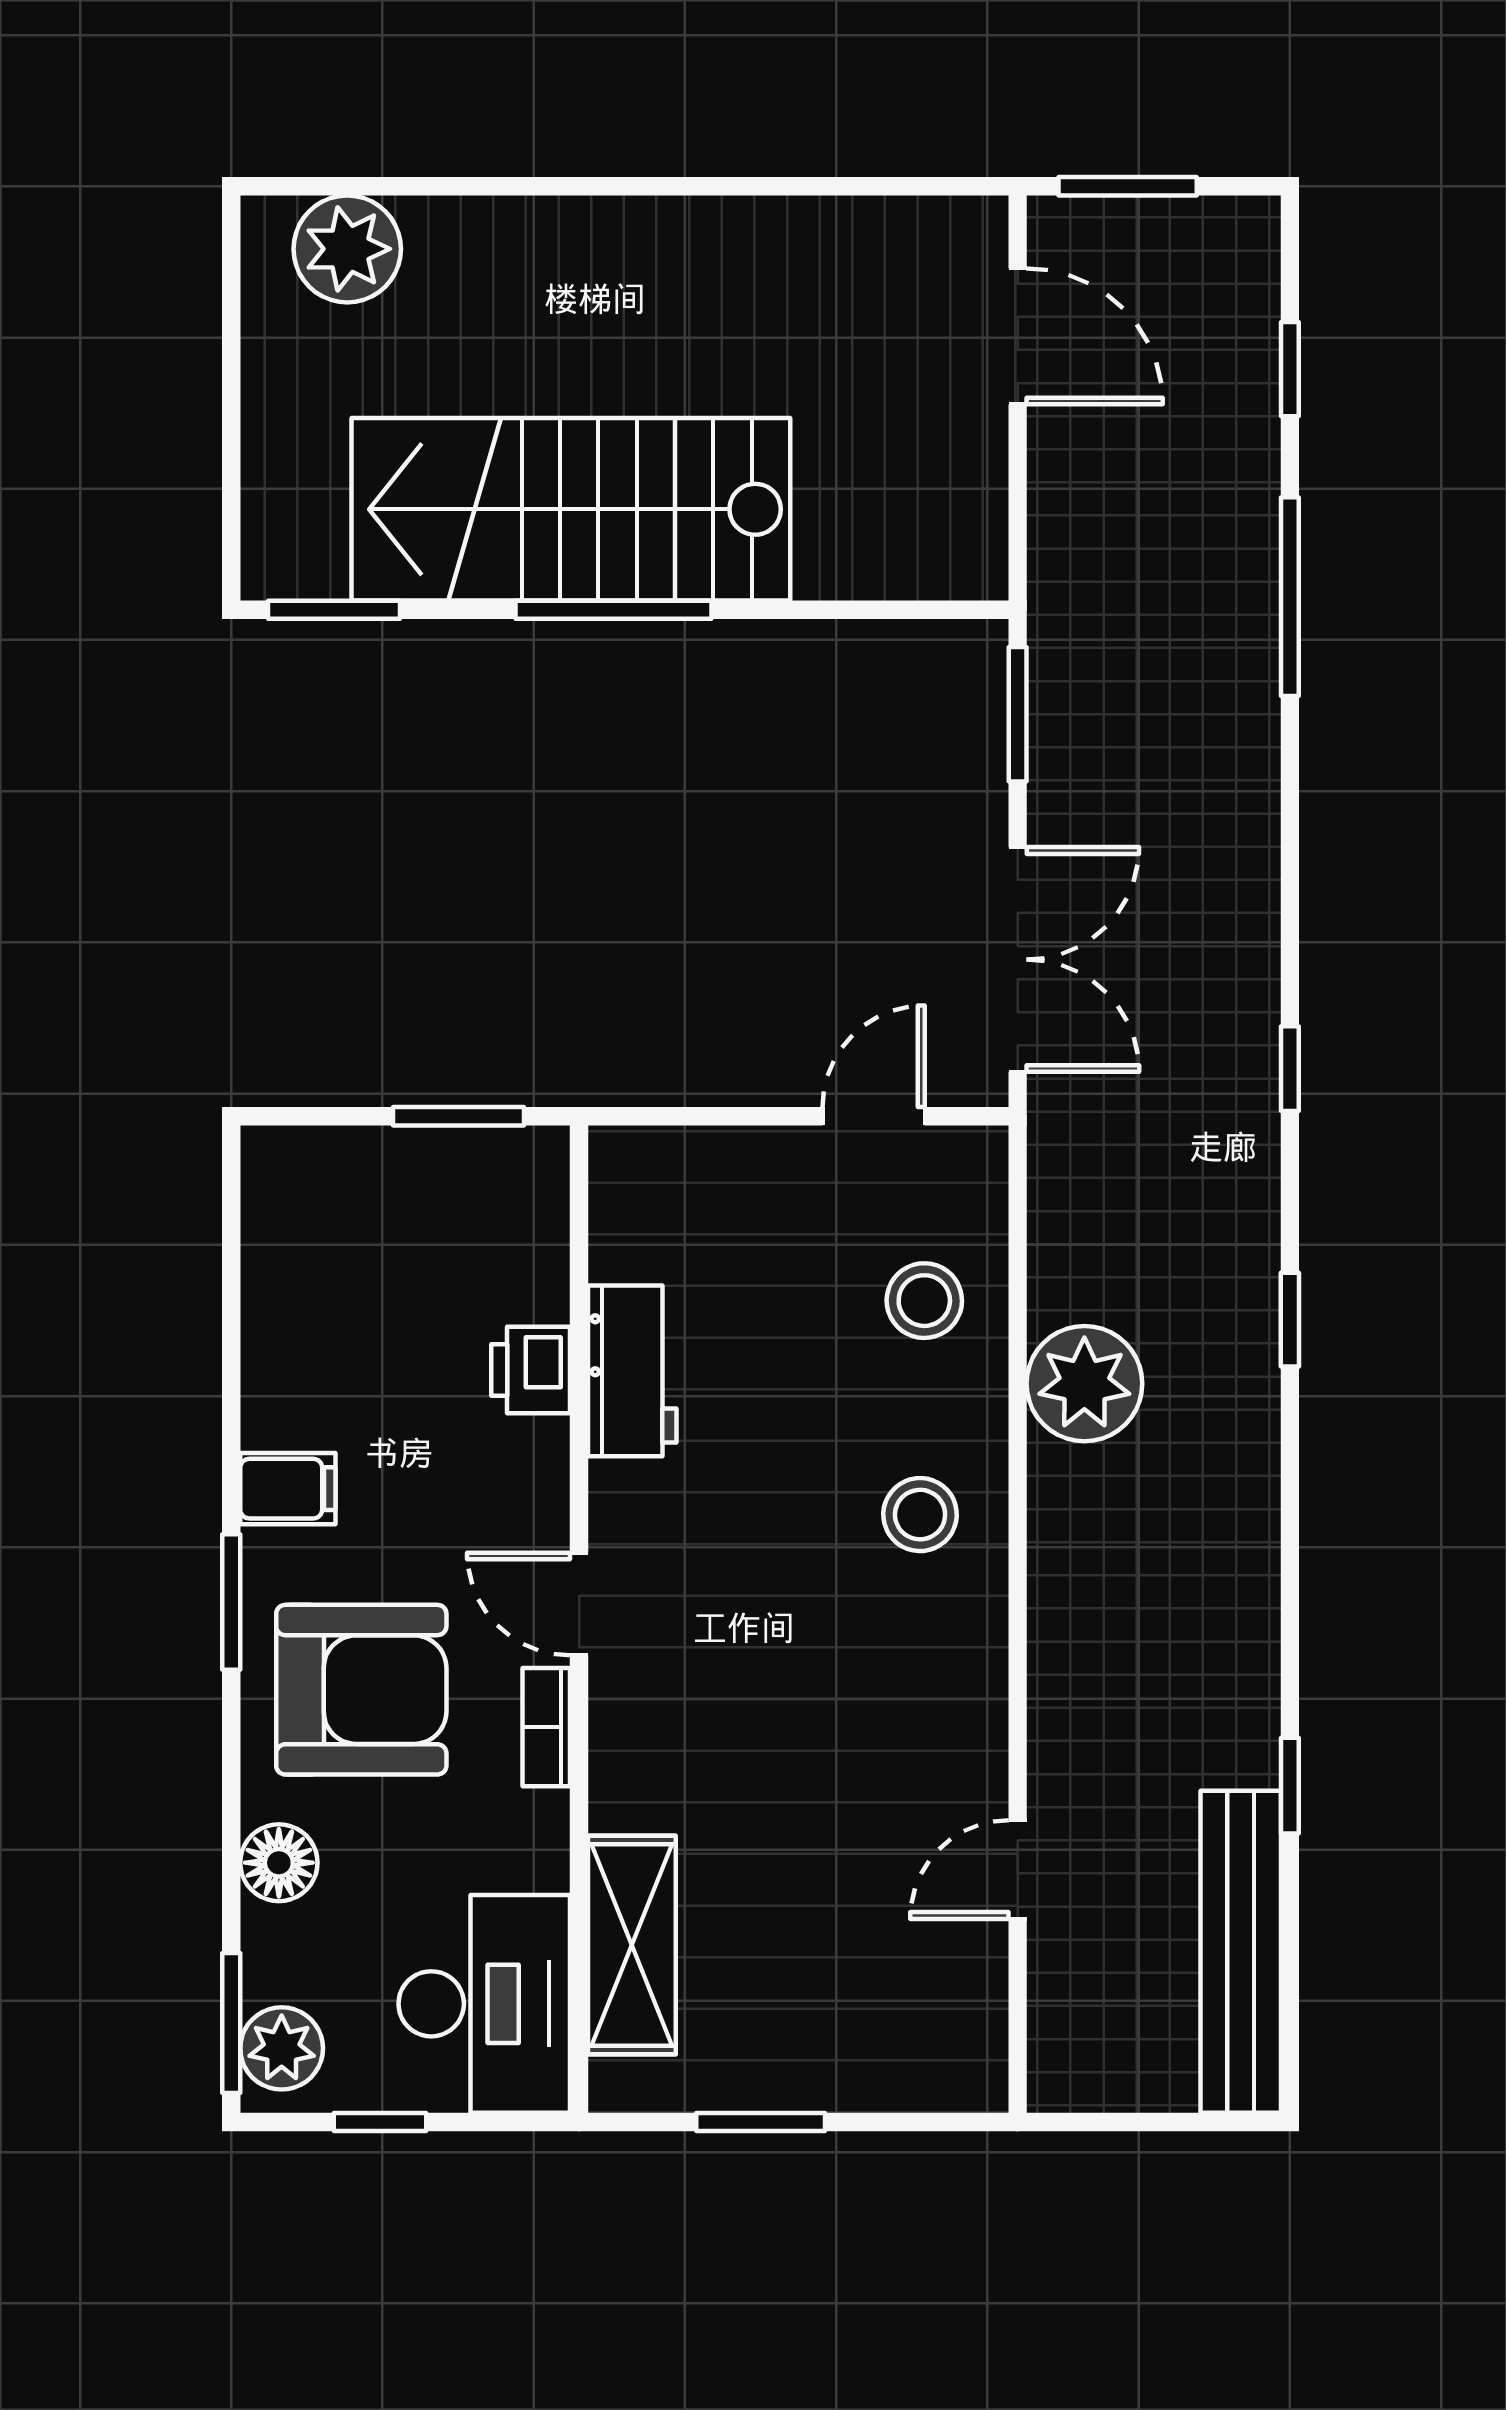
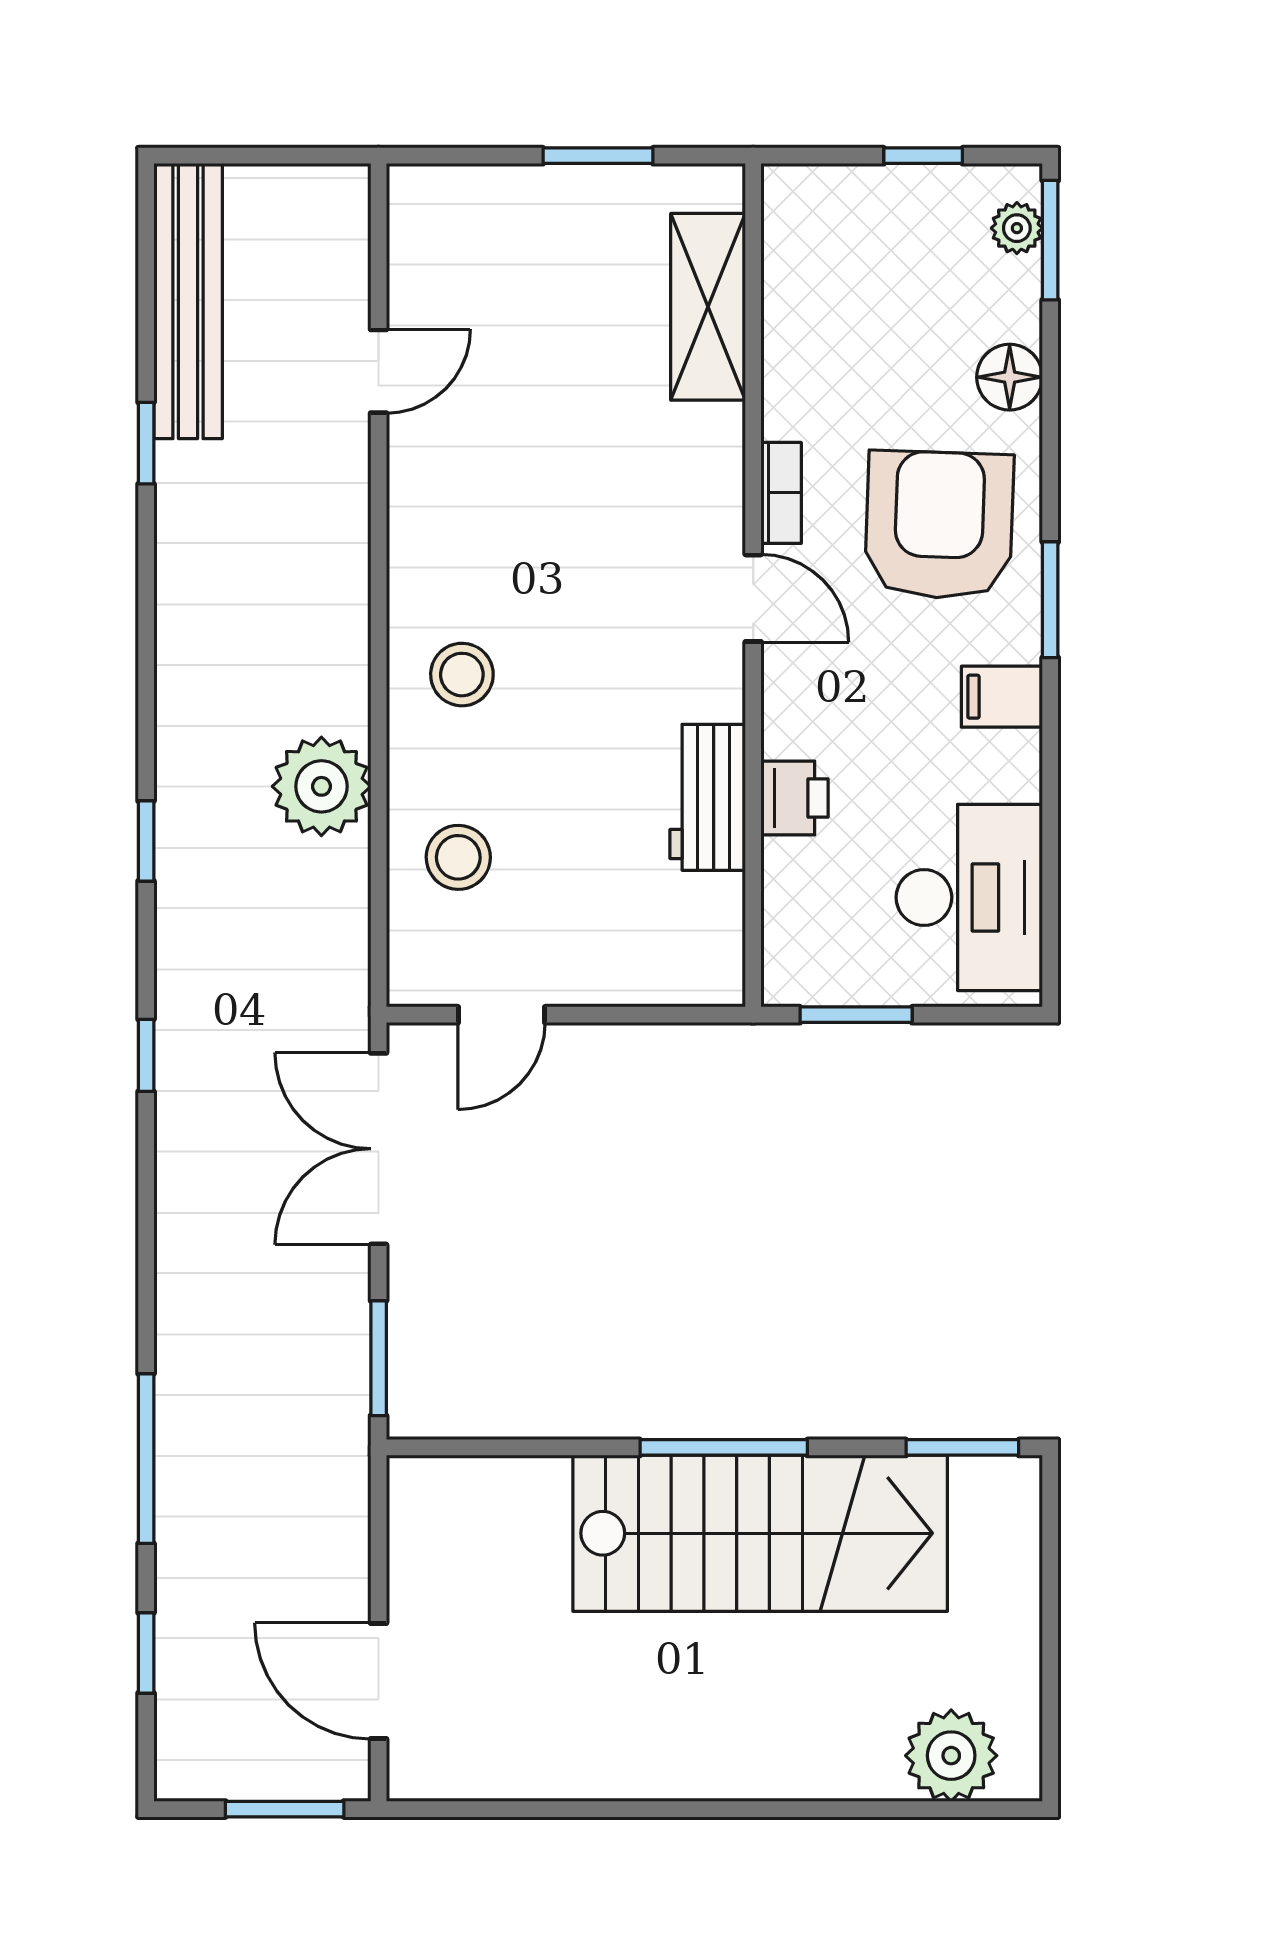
armchair: (361, 1690) -> (939, 525), turned 92
desk: (484, 2004) -> (969, 897), moved, turned 180
plant: (282, 2048) -> (1017, 228), width x0.73, depth x0.73

